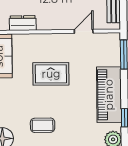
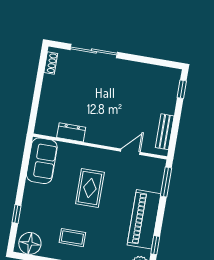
rug: (51, 74) -> (90, 188), turned 90

